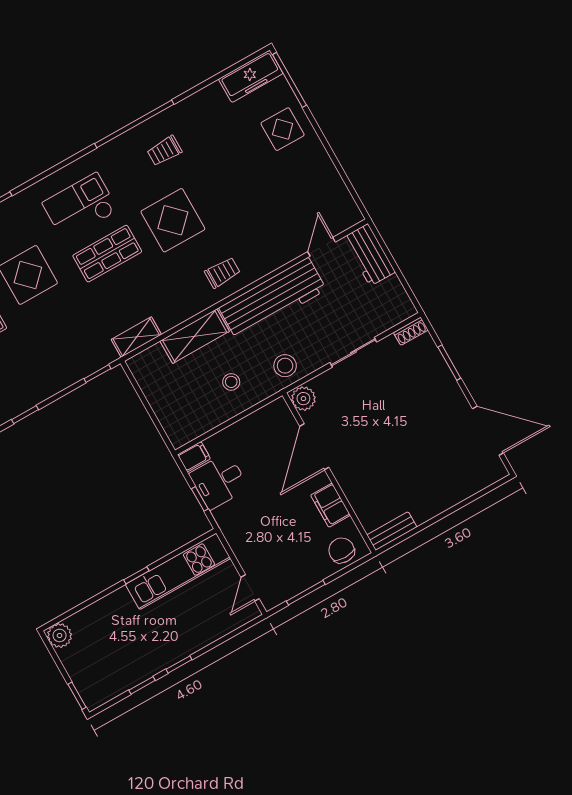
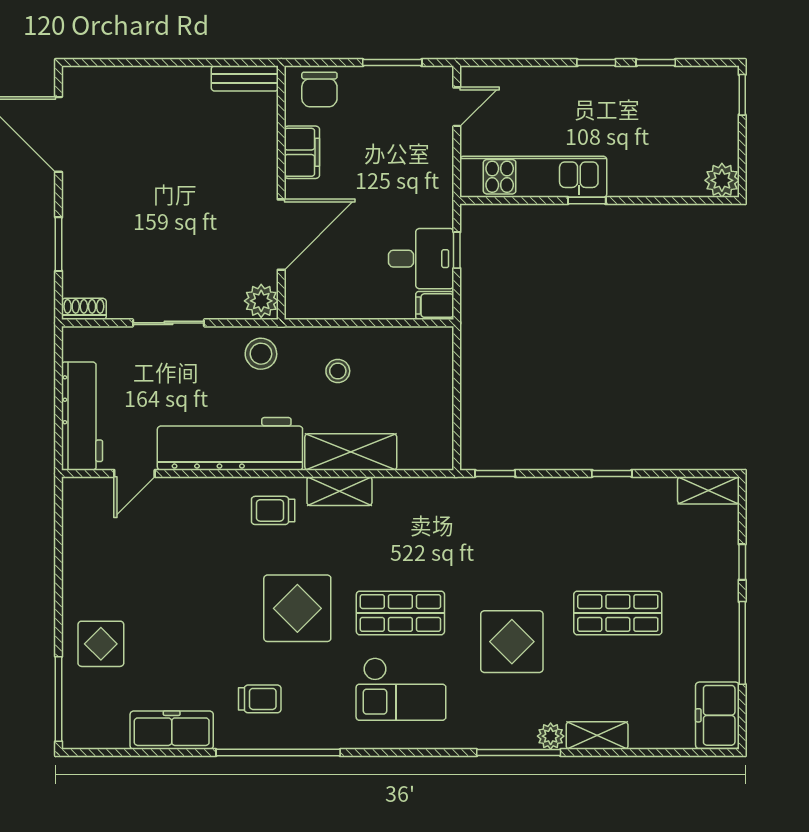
freezer: (251, 76) -> (172, 730), moved
workbench: (369, 255) -> (82, 416), width x1.37
shelving: (136, 337) -> (339, 491), moved

